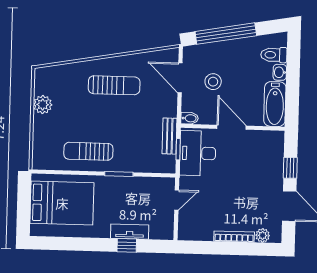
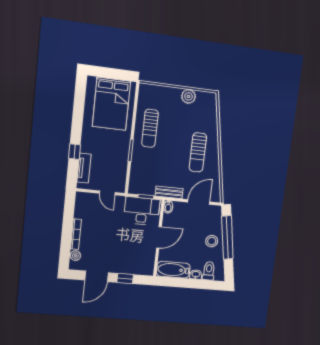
stool: (213, 82) -> (212, 241), moved
bench: (170, 136) -> (169, 192), moved
sun lounger: (88, 151) -> (150, 128), turned 180
tv unit: (130, 232) -> (84, 168), moved

